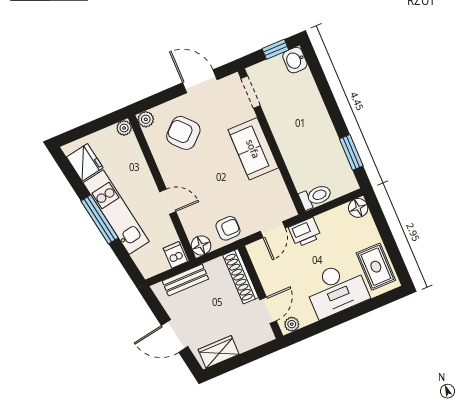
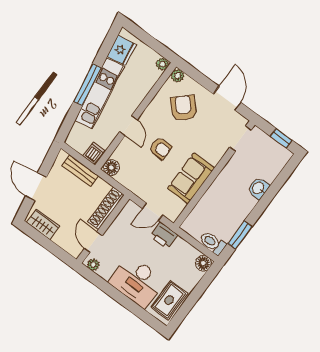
washbasin: (295, 60) -> (258, 188), moved
sofa: (253, 149) -> (191, 178), moved
toilet: (316, 196) -> (213, 243), moved, turned 180
armchair: (228, 228) -> (160, 148), moved
door: (268, 310) -> (93, 242), swing flipped

